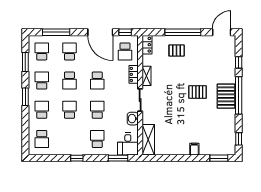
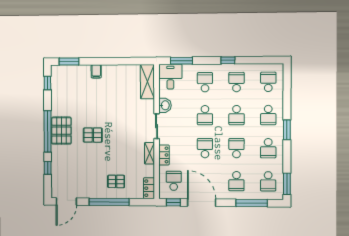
window: (25, 62) -> (287, 184), moved
school desk: (69, 139) -> (237, 82), added
school desk: (97, 139) -> (205, 82), turned 180

